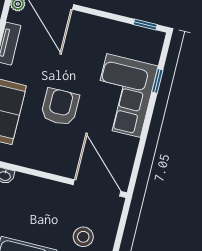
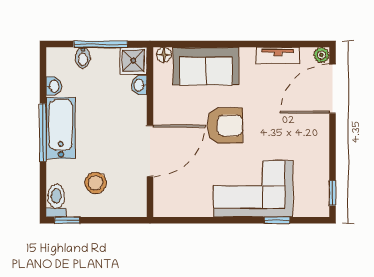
door: (97, 188) -> (150, 151), moved

